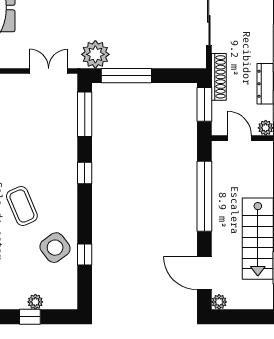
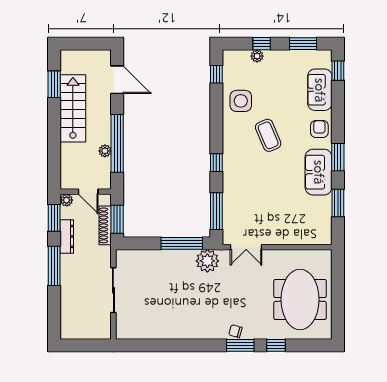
shoe rack: (219, 77) -> (105, 225), moved
side table: (55, 248) -> (241, 101), turned 37
window: (85, 255) -> (216, 74), moved
plant: (219, 302) -> (105, 151), moved

